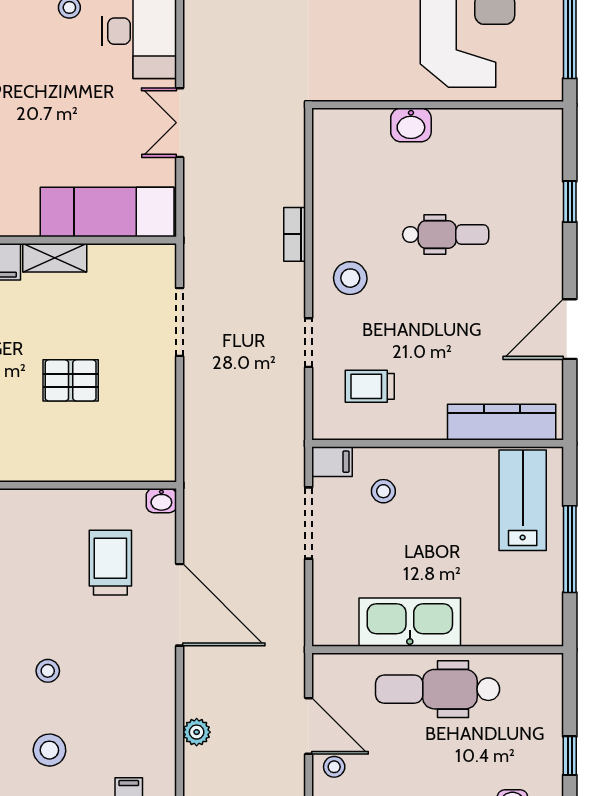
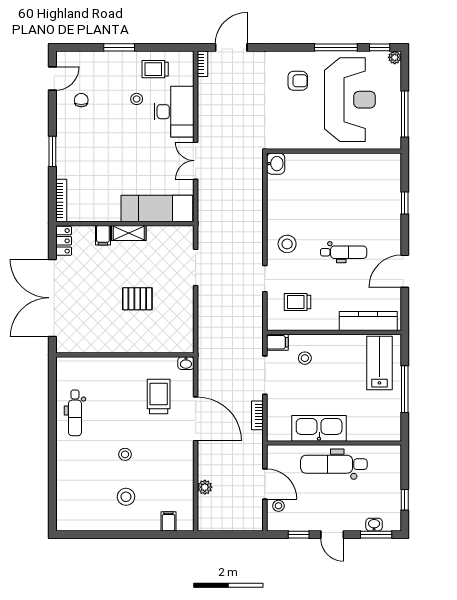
washbasin: (411, 125) -> (276, 164), moved, turned -90
bookcase: (295, 234) -> (257, 415), moved
dental chair: (446, 234) -> (344, 252), moved

